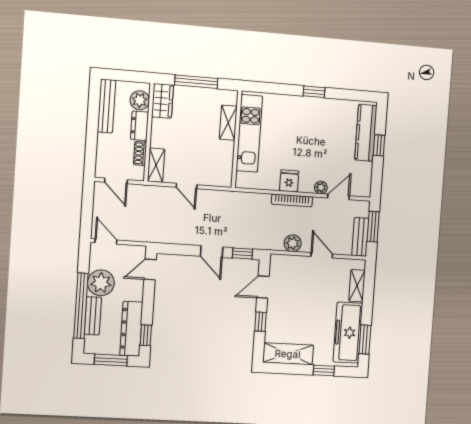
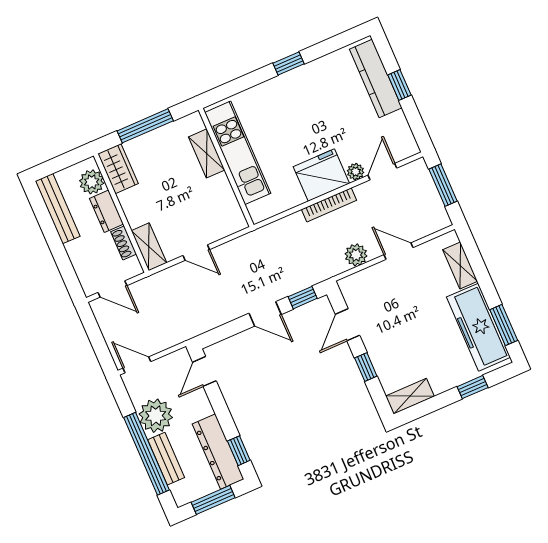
fridge: (289, 181) -> (321, 175), width x1.88, depth x1.34
bench: (360, 237) -> (434, 205), removed
shelving: (288, 354) -> (410, 396), width x0.67, depth x0.75

